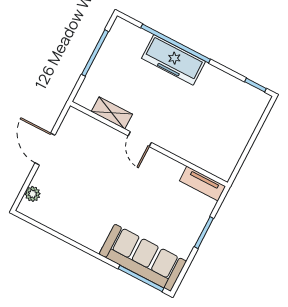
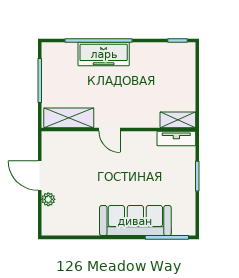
shelving: (112, 113) -> (69, 118), width x1.50, depth x1.33
shelving: (214, 165) -> (178, 120), added
plant: (33, 194) -> (48, 199), moved
sofa: (143, 258) -> (135, 221), moved

